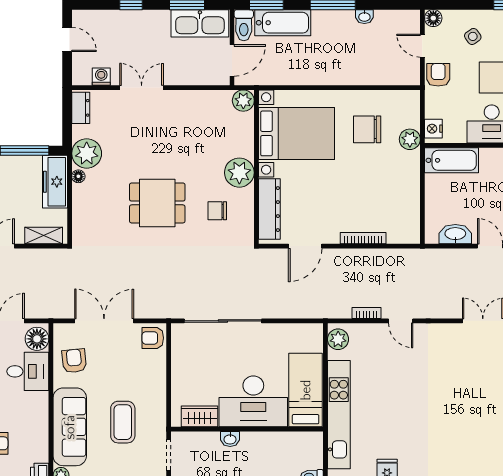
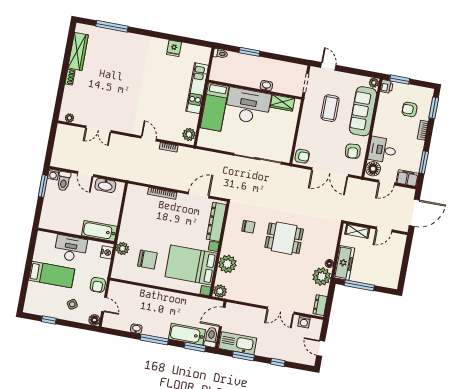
plant: (239, 173) -> (227, 264), moved
kitchen unit: (339, 415) -> (197, 88), width x0.73

